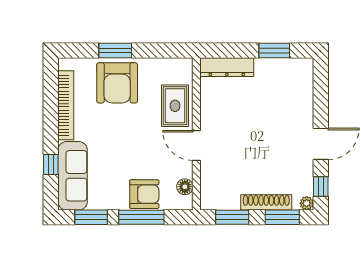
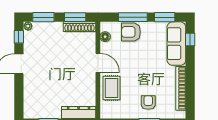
armchair: (117, 83) -> (148, 103), width x0.53, depth x0.53
window: (51, 165) -> (190, 39), moved
shoe rack: (266, 202) -> (79, 27), moved

